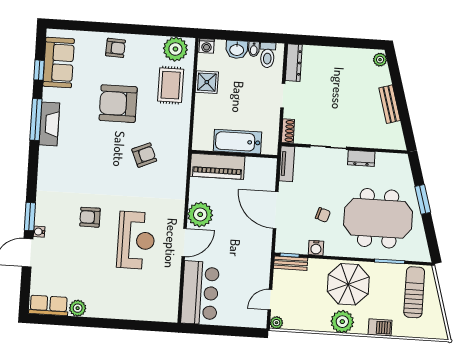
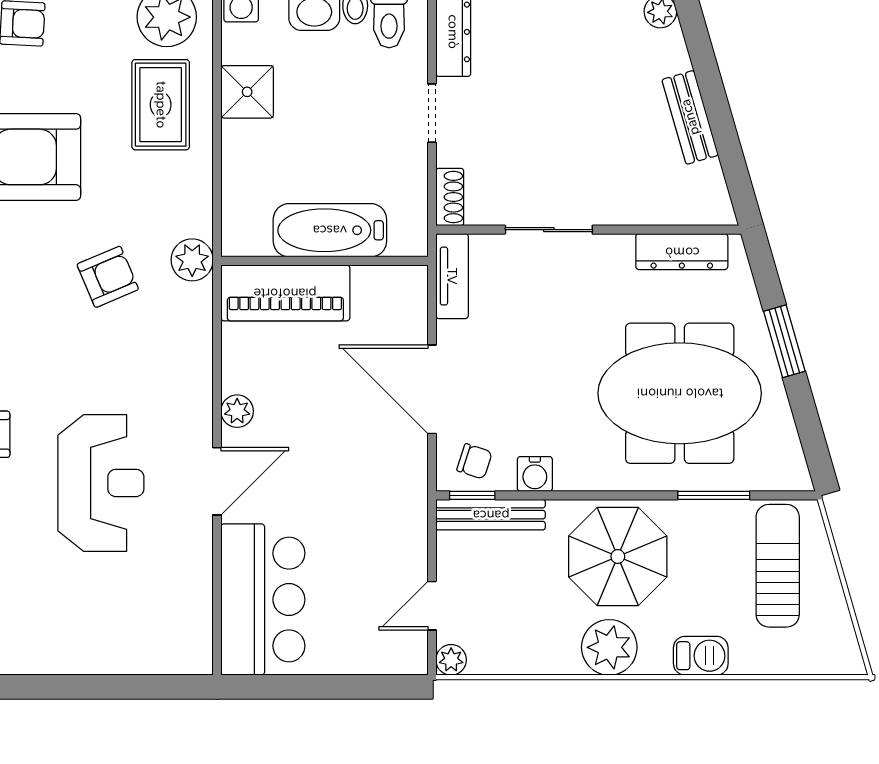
plant: (180, 150) -> (192, 260), added
dresser: (361, 158) -> (682, 252), moved, width x1.44
plant: (200, 214) -> (237, 411), width x0.53, depth x0.53
chair: (323, 215) -> (474, 461), moved
bench: (291, 263) -> (491, 515), width x1.36

